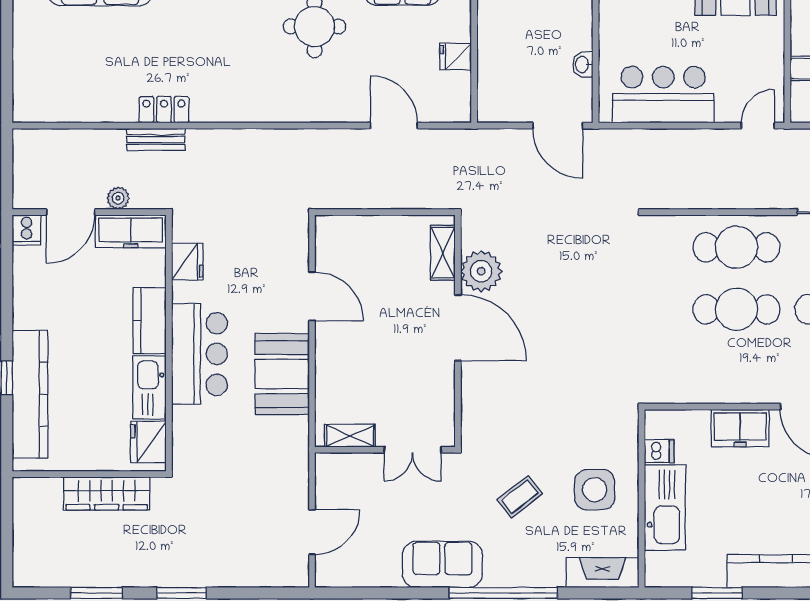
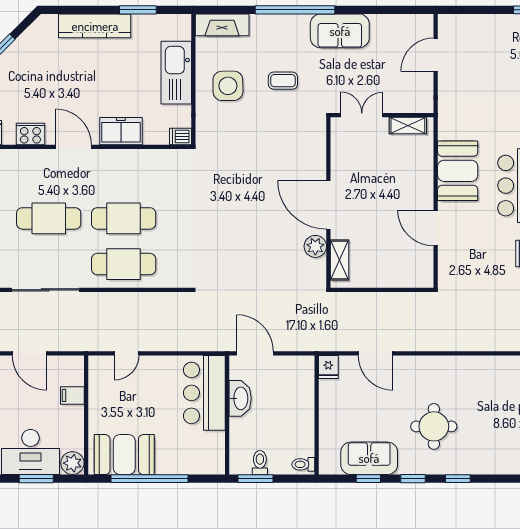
fridge: (456, 57) -> (328, 367), moved, turned 90
washbasin: (583, 65) -> (240, 398), width x1.91, depth x1.45
bar counter: (663, 95) -> (204, 393), moved, turned 90
door: (758, 126) -> (127, 353), moved
plant: (481, 271) -> (315, 246), width x0.73, depth x0.73
dishwasher: (659, 451) -> (181, 136), moved
coffee table: (520, 497) -> (283, 81), turned 38

